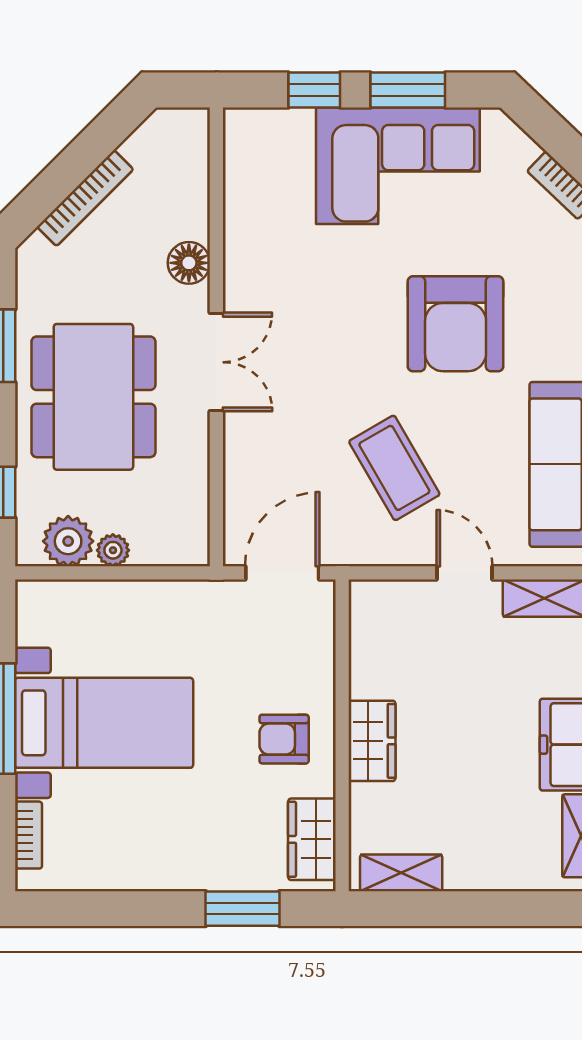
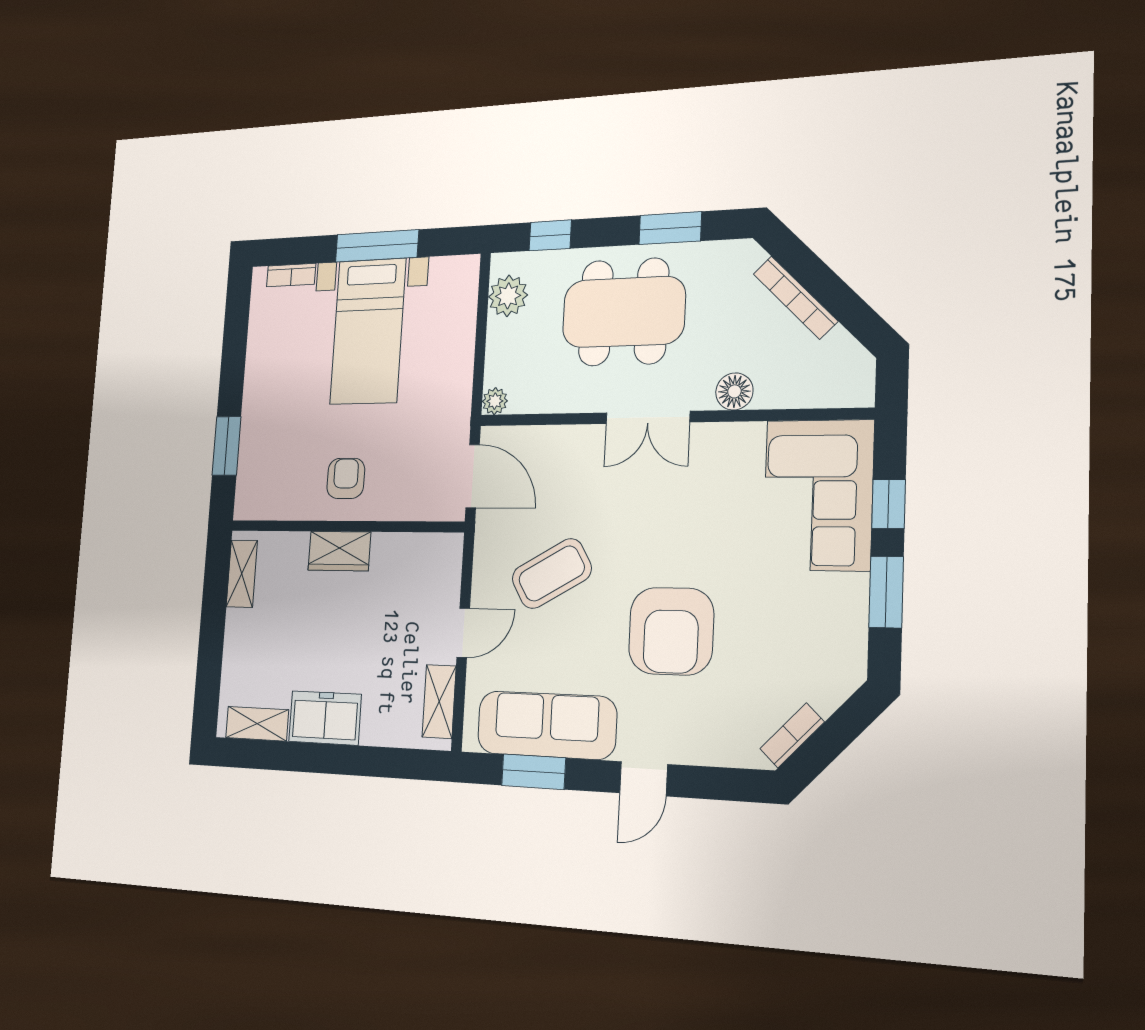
corner sofa: (398, 166) -> (818, 495), moved
armchair: (456, 324) -> (671, 631), turned -90
plant: (113, 550) -> (495, 401), moved
wardrobe: (312, 839) -> (271, 501), removed

